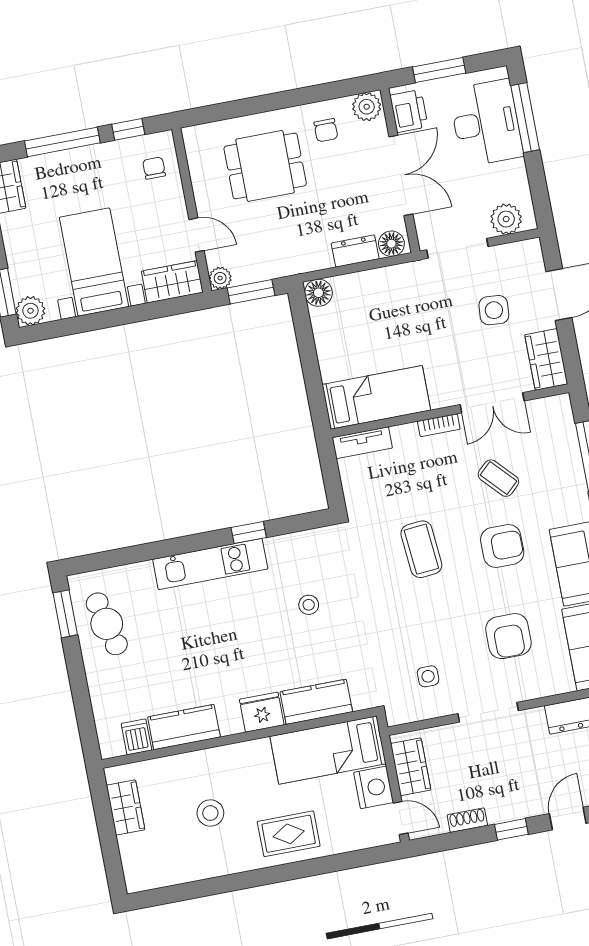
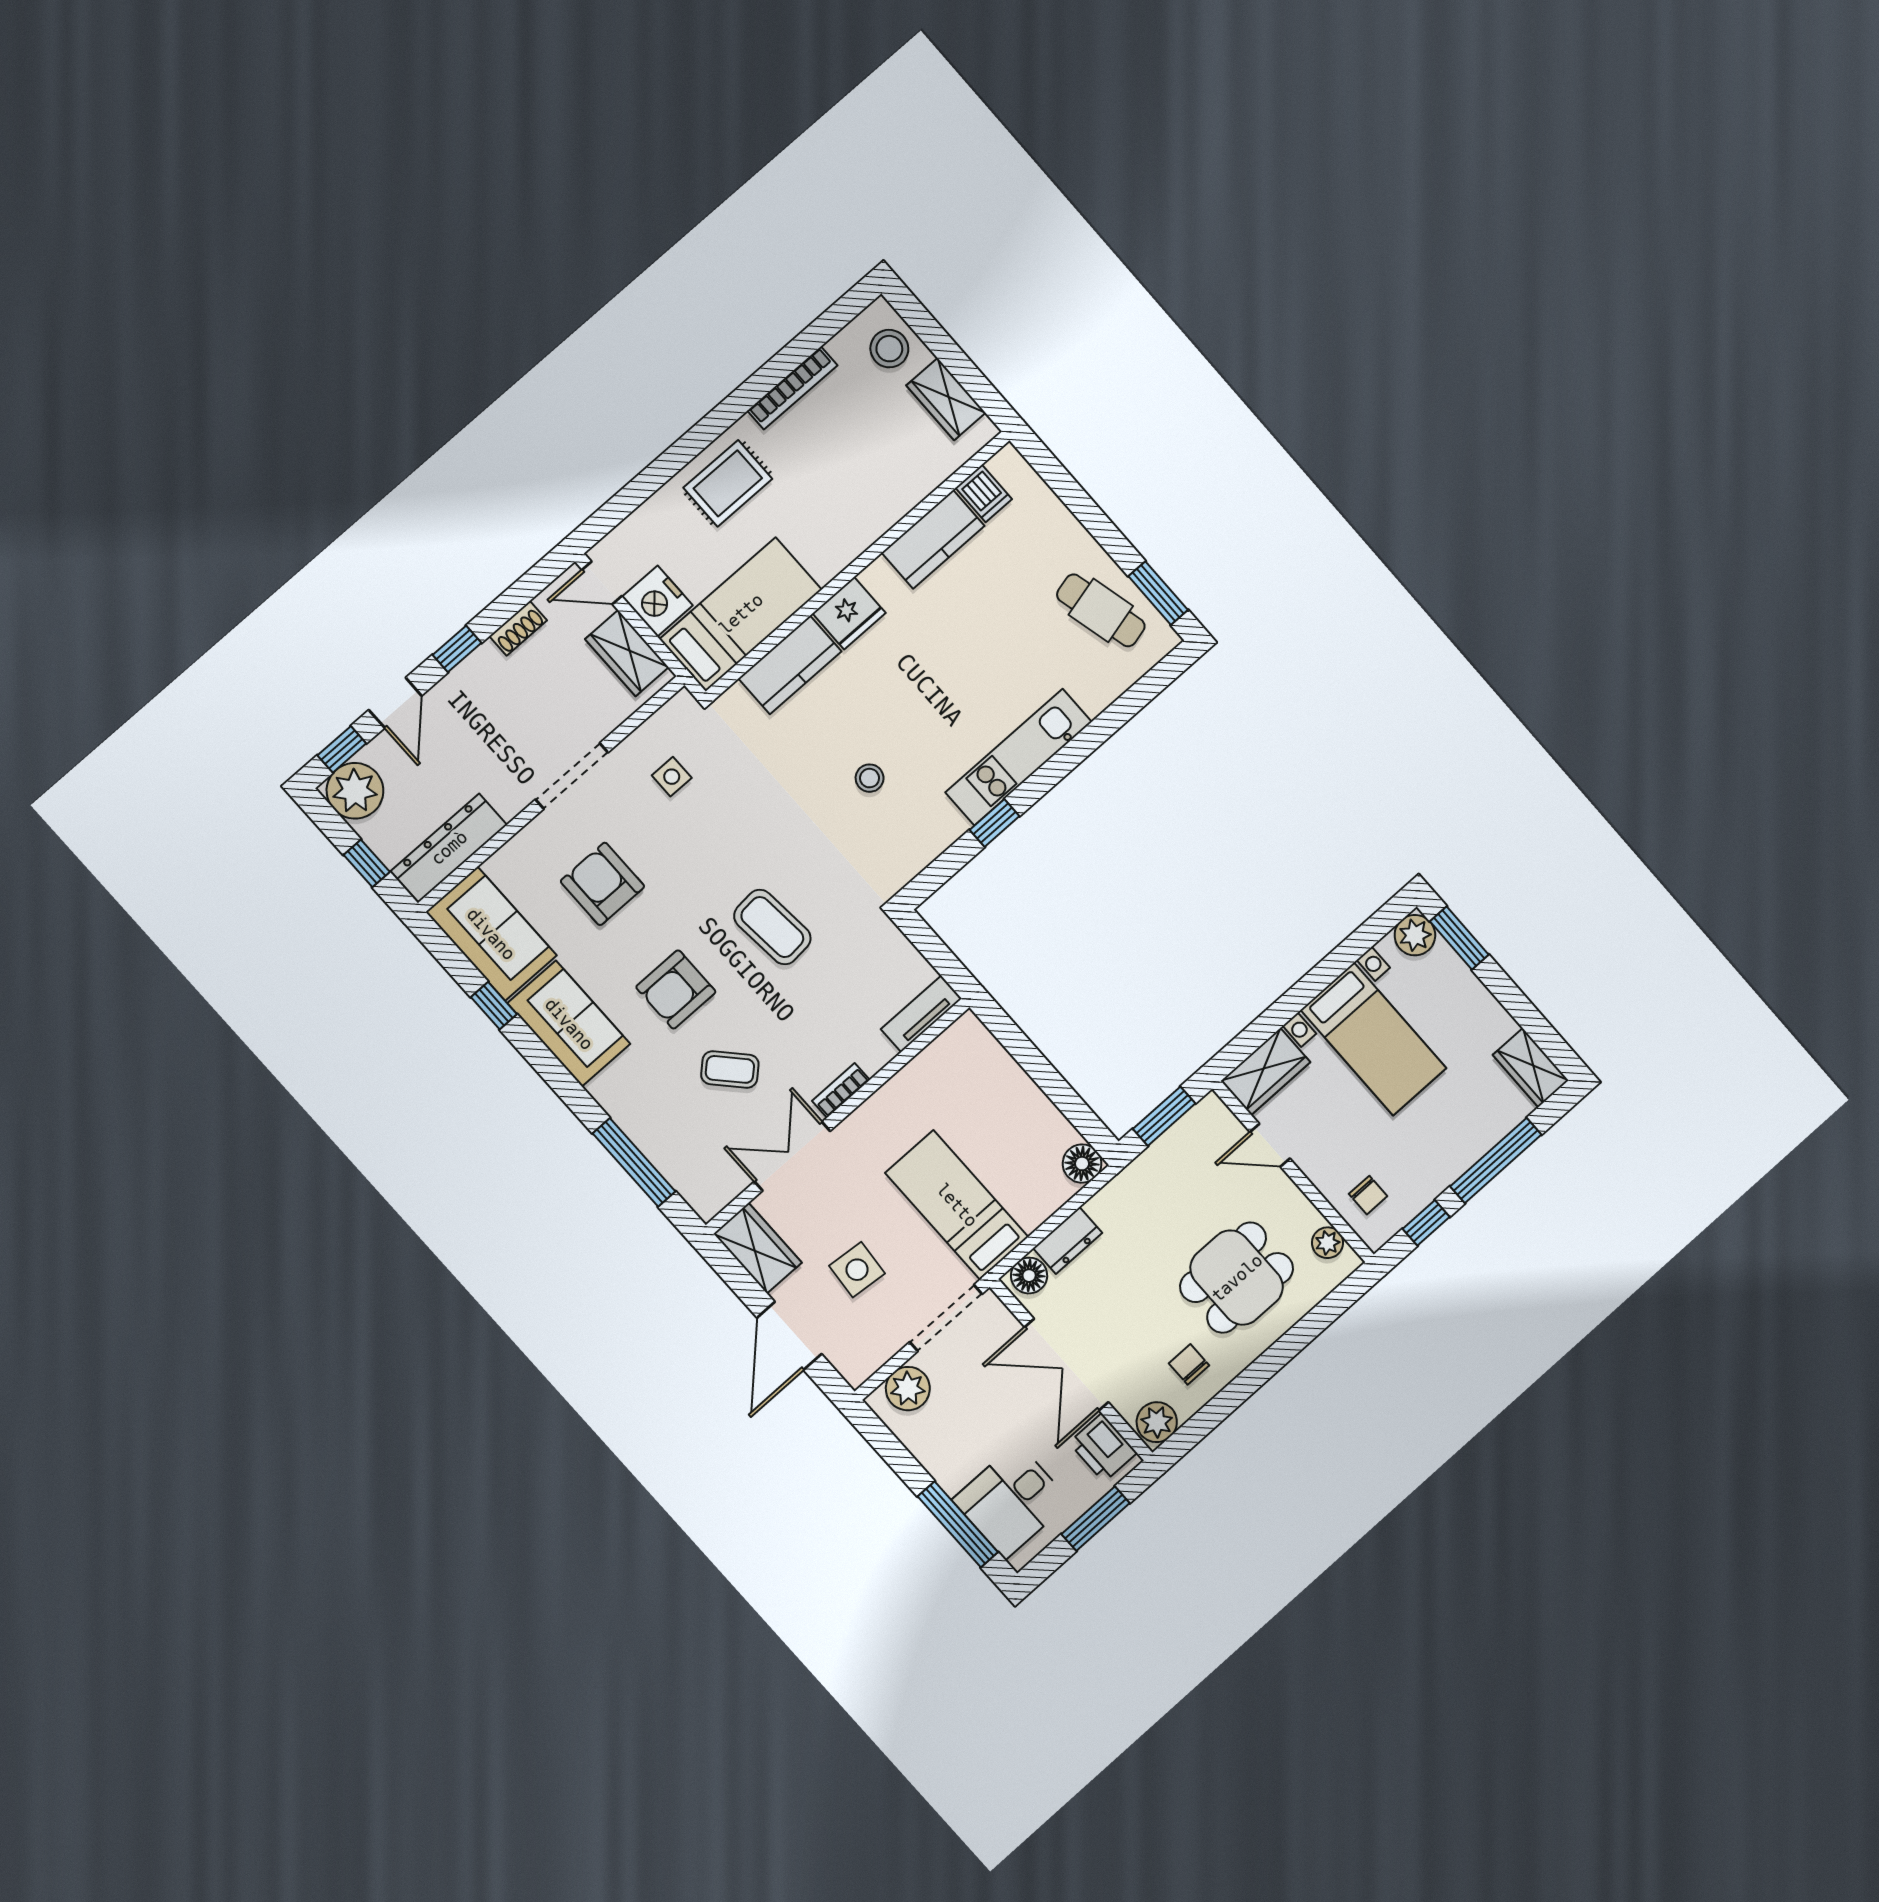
desk: (486, 123) -> (1011, 1501), width x0.73
plant: (220, 278) -> (1328, 1243), moved
bed: (376, 397) -> (957, 1205), moved, turned 90
stool: (210, 813) -> (889, 349), moved
bookcase: (215, 869) -> (792, 388), added

